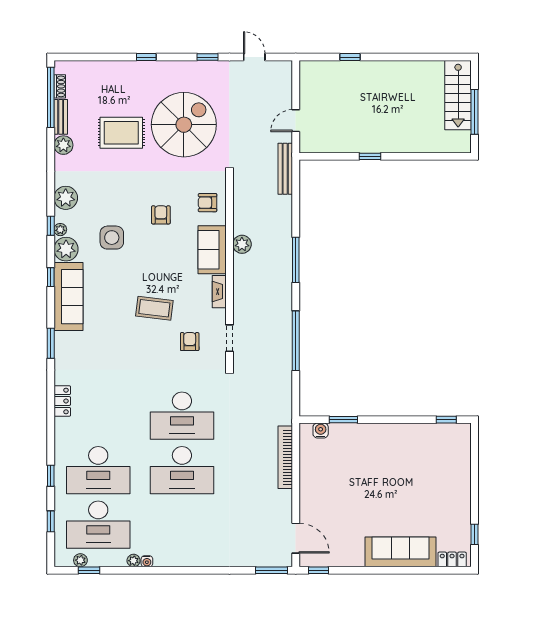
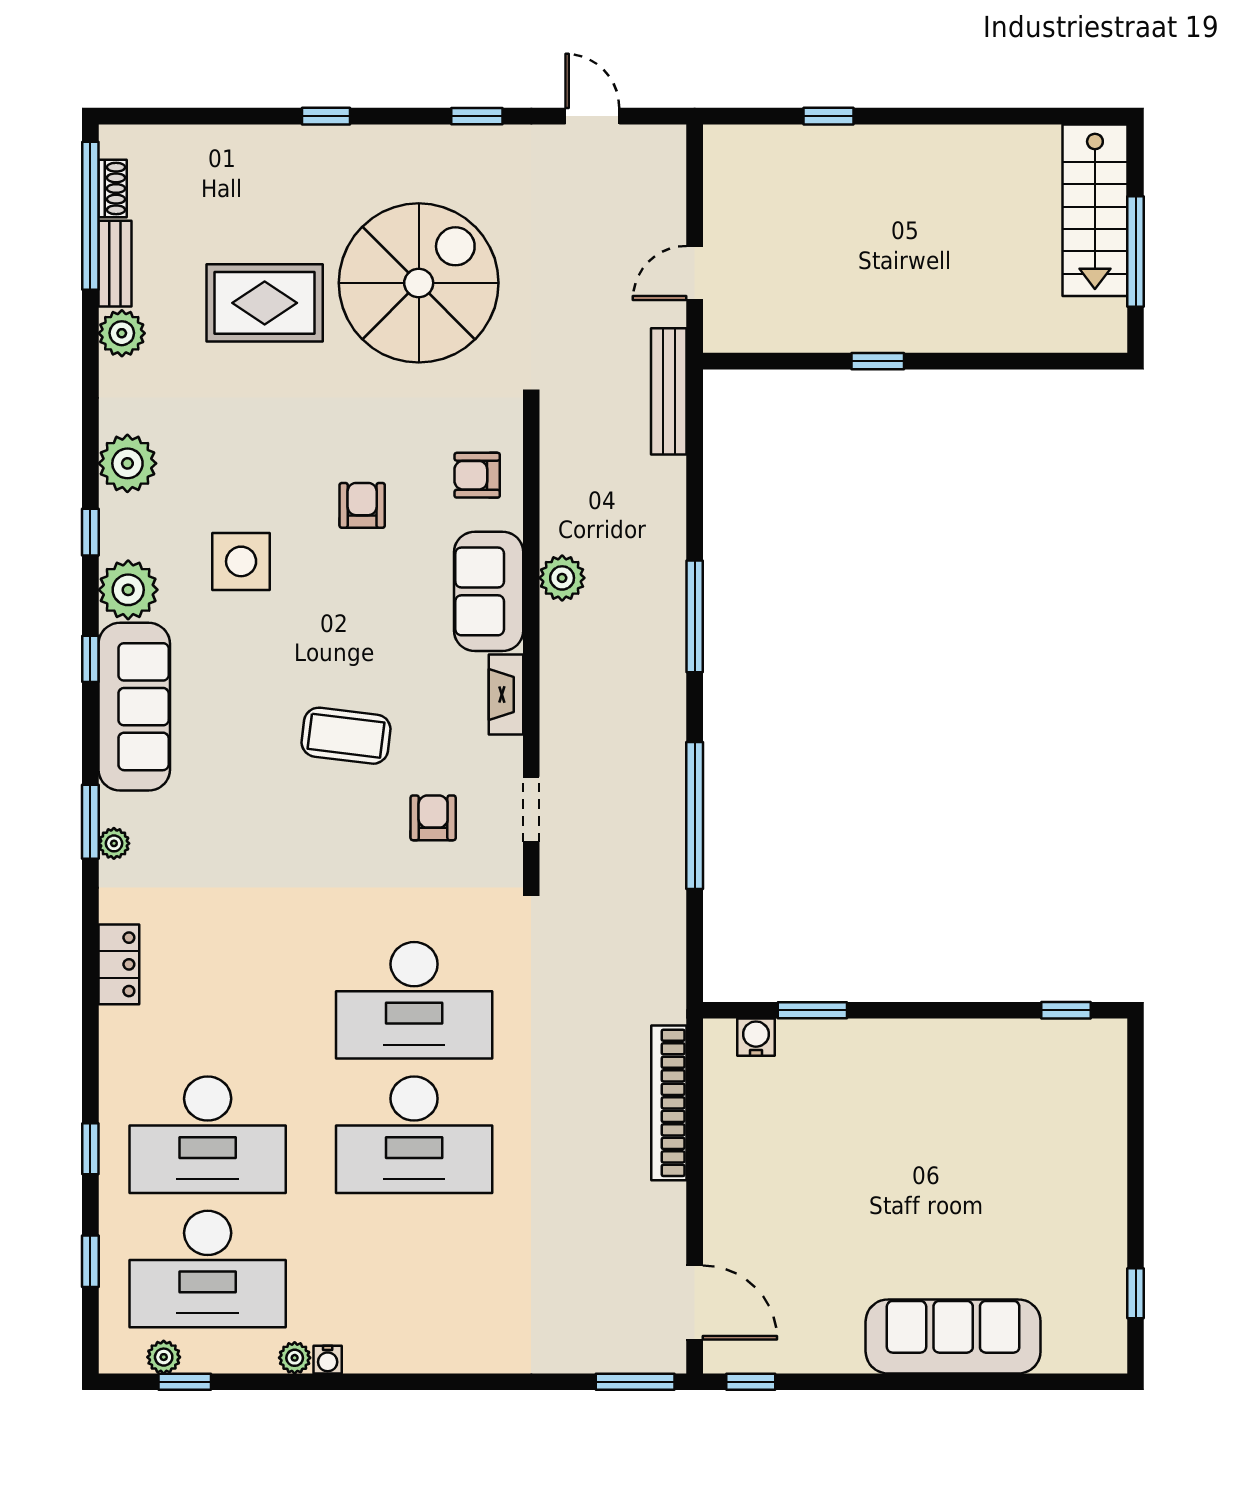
plant: (60, 230) -> (114, 843), moved
locker: (452, 559) -> (1080, 1355), removed

